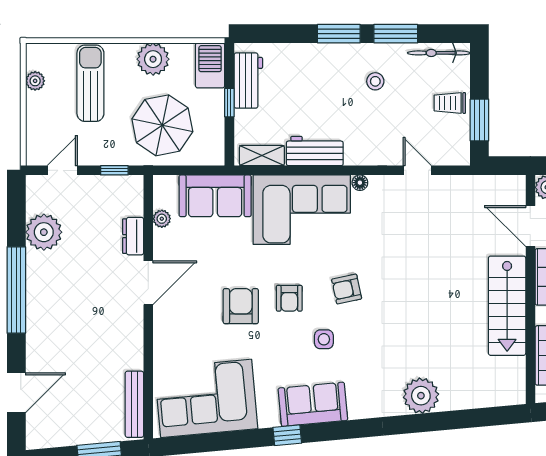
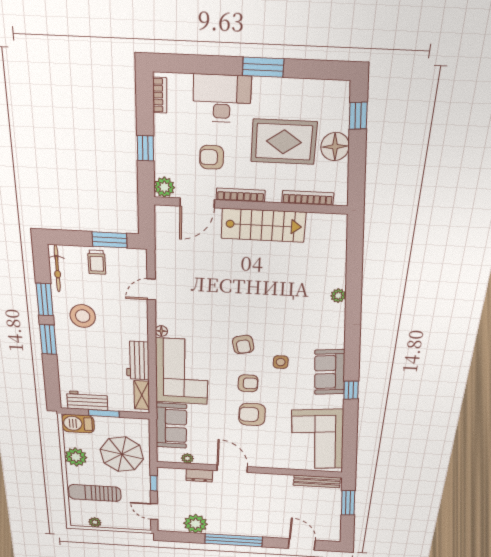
stool: (375, 81) -> (83, 316), width x1.89, depth x1.89
window: (229, 103) -> (104, 413), width x1.50
plant: (421, 396) -> (338, 296), width x0.53, depth x0.53

